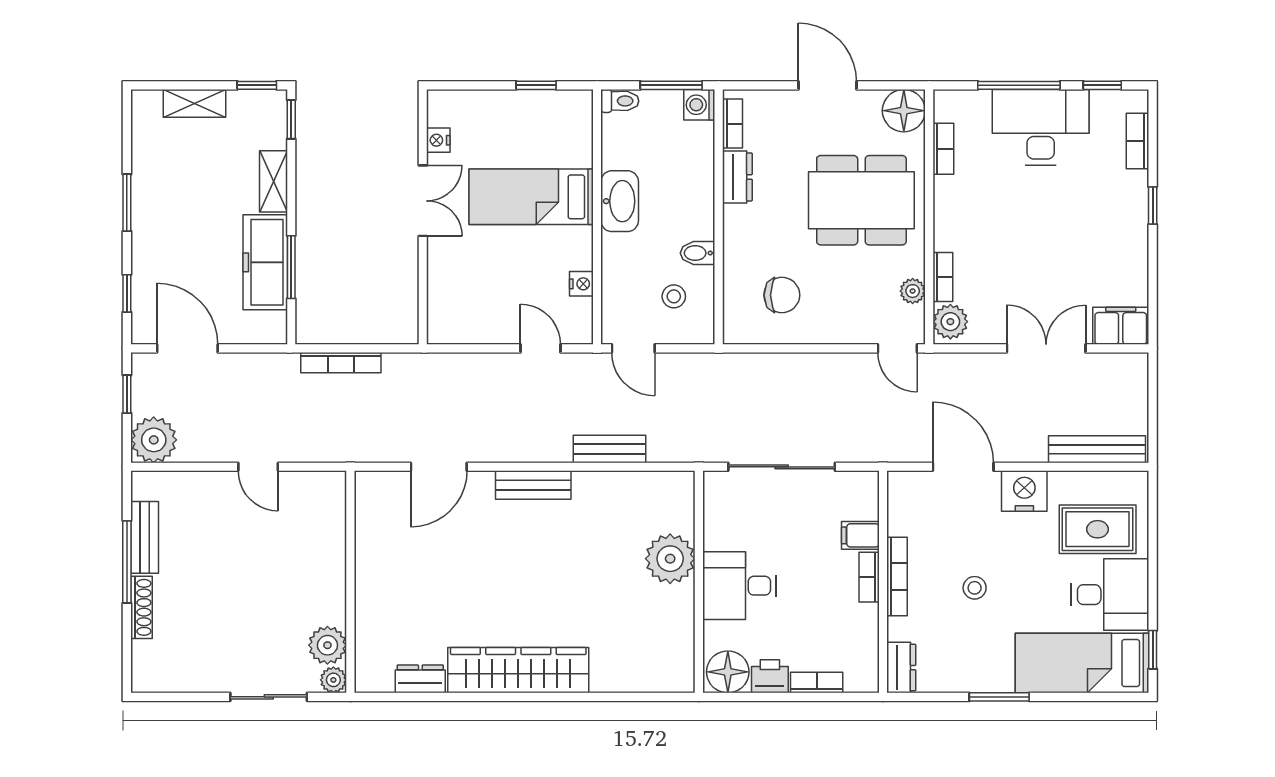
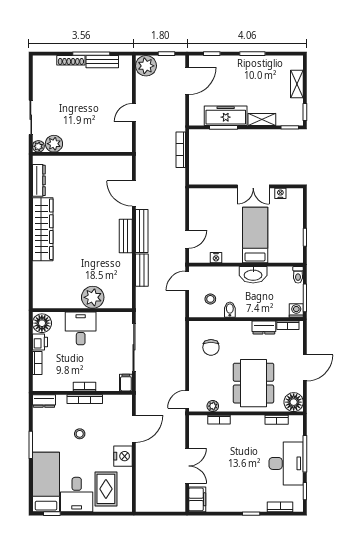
plant: (950, 322) -> (199, 423), removed
bench: (1097, 449) -> (142, 231), moved
filing cabinet: (860, 535) -> (126, 383), moved
dresser: (420, 679) -> (39, 180), width x1.44

